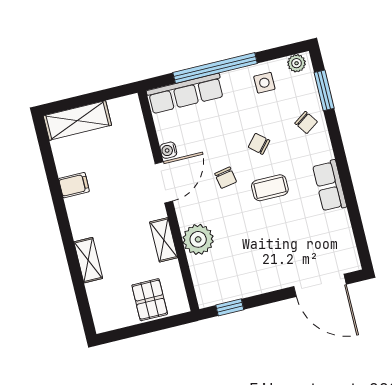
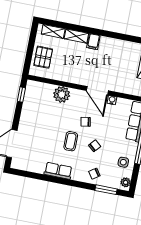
filing cabinet: (74, 185) -> (93, 42), moved
shelving: (164, 240) -> (53, 31), moved
pallet: (150, 300) -> (43, 57), turned 90

